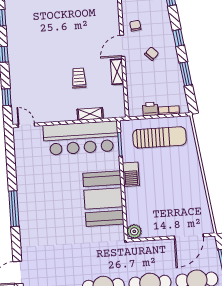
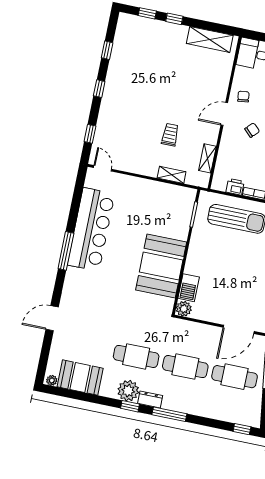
shelving: (117, 72) -> (207, 158), moved
bar counter: (81, 138) -> (91, 229), moved, turned -90
barbecue: (131, 174) -> (189, 288), moved

